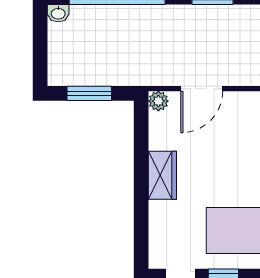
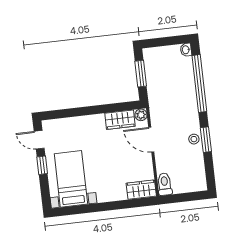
stool: (209, 17) -> (194, 139), added
wardrobe: (162, 175) -> (120, 120), moved

